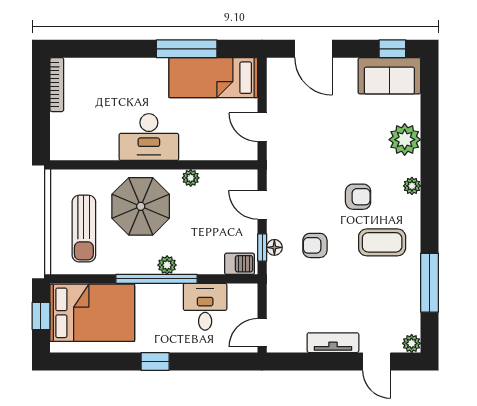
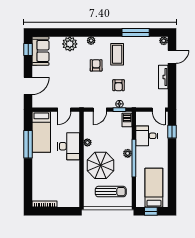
desk: (149, 137) -> (69, 146), moved
bed: (92, 313) -> (154, 188), width x0.67
window: (155, 361) -> (172, 132), moved

